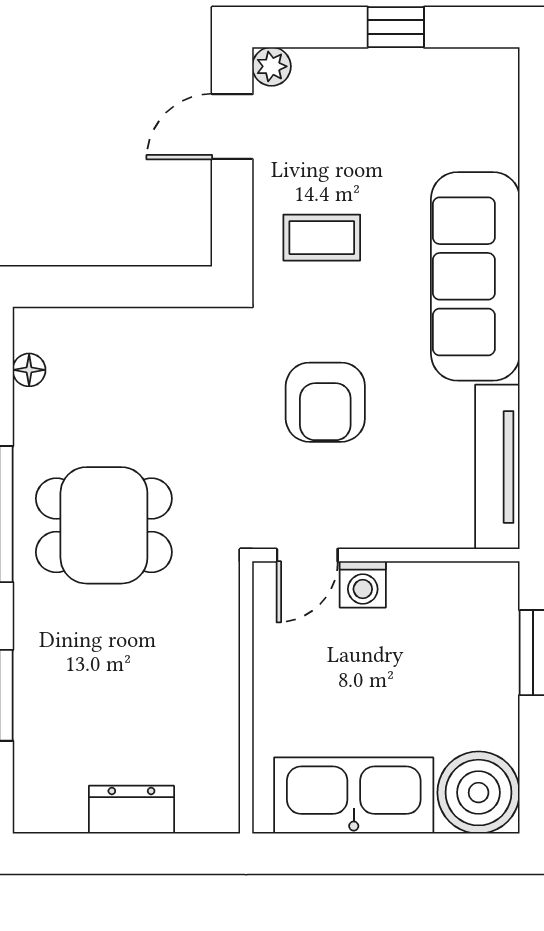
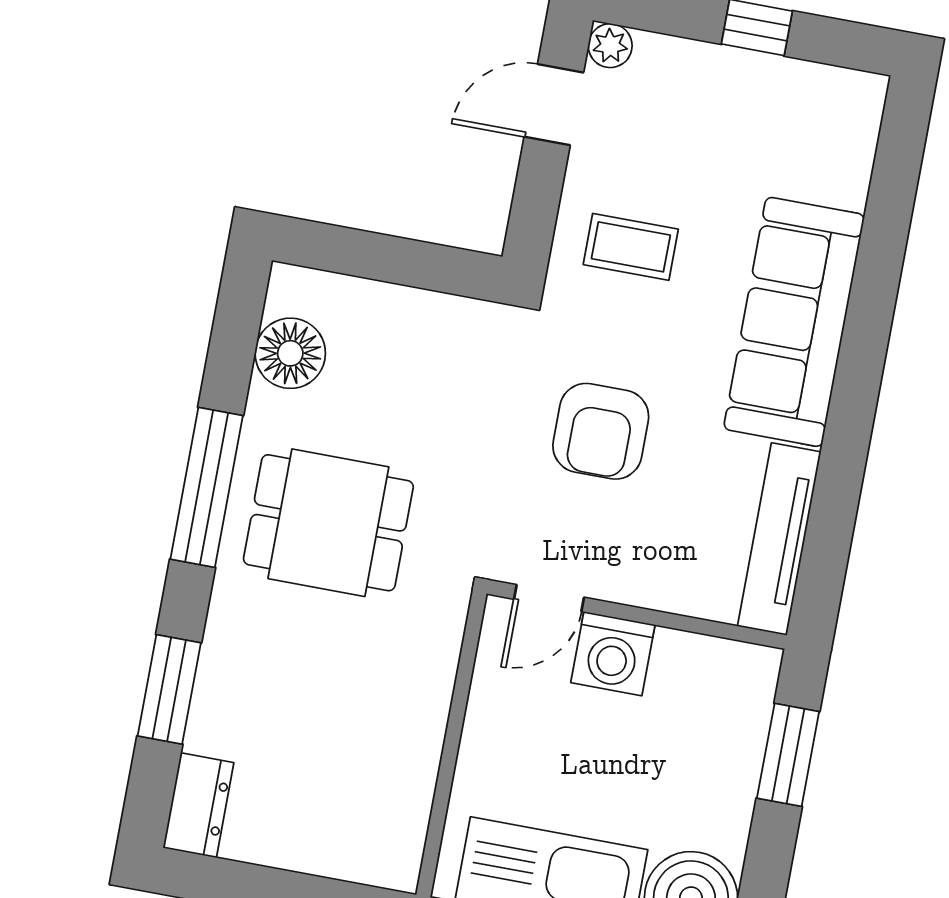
floor lamp: (29, 370) -> (290, 353), width x1.89, depth x1.89
washing machine: (363, 584) -> (613, 654), width x1.38, depth x1.38
dresser: (131, 810) -> (198, 805), moved, turned 90

